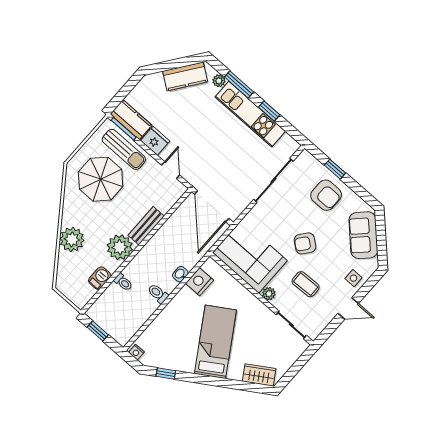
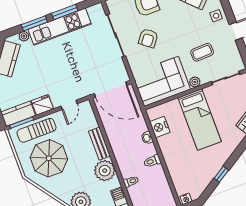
window: (269, 111) -> (65, 12), width x1.50
sun lounger: (124, 149) -> (37, 130), turned 180
door: (171, 170) -> (69, 105), swing flipped
armchair: (305, 243) -> (148, 38), moved
bed: (215, 342) -> (200, 120), moved, turned -148
window: (166, 374) -> (221, 174), moved

